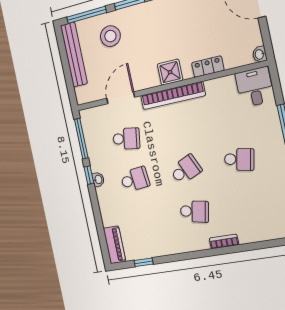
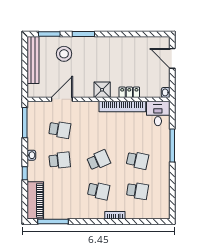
window: (87, 15) -> (49, 34), width x0.69
bookcase: (173, 96) -> (122, 107), moved
window: (89, 175) -> (25, 173), moved
school desk: (248, 202) -> (137, 191), added
piano: (114, 245) -> (35, 200), width x1.37, depth x1.33
window: (144, 262) -> (53, 222), width x2.17

